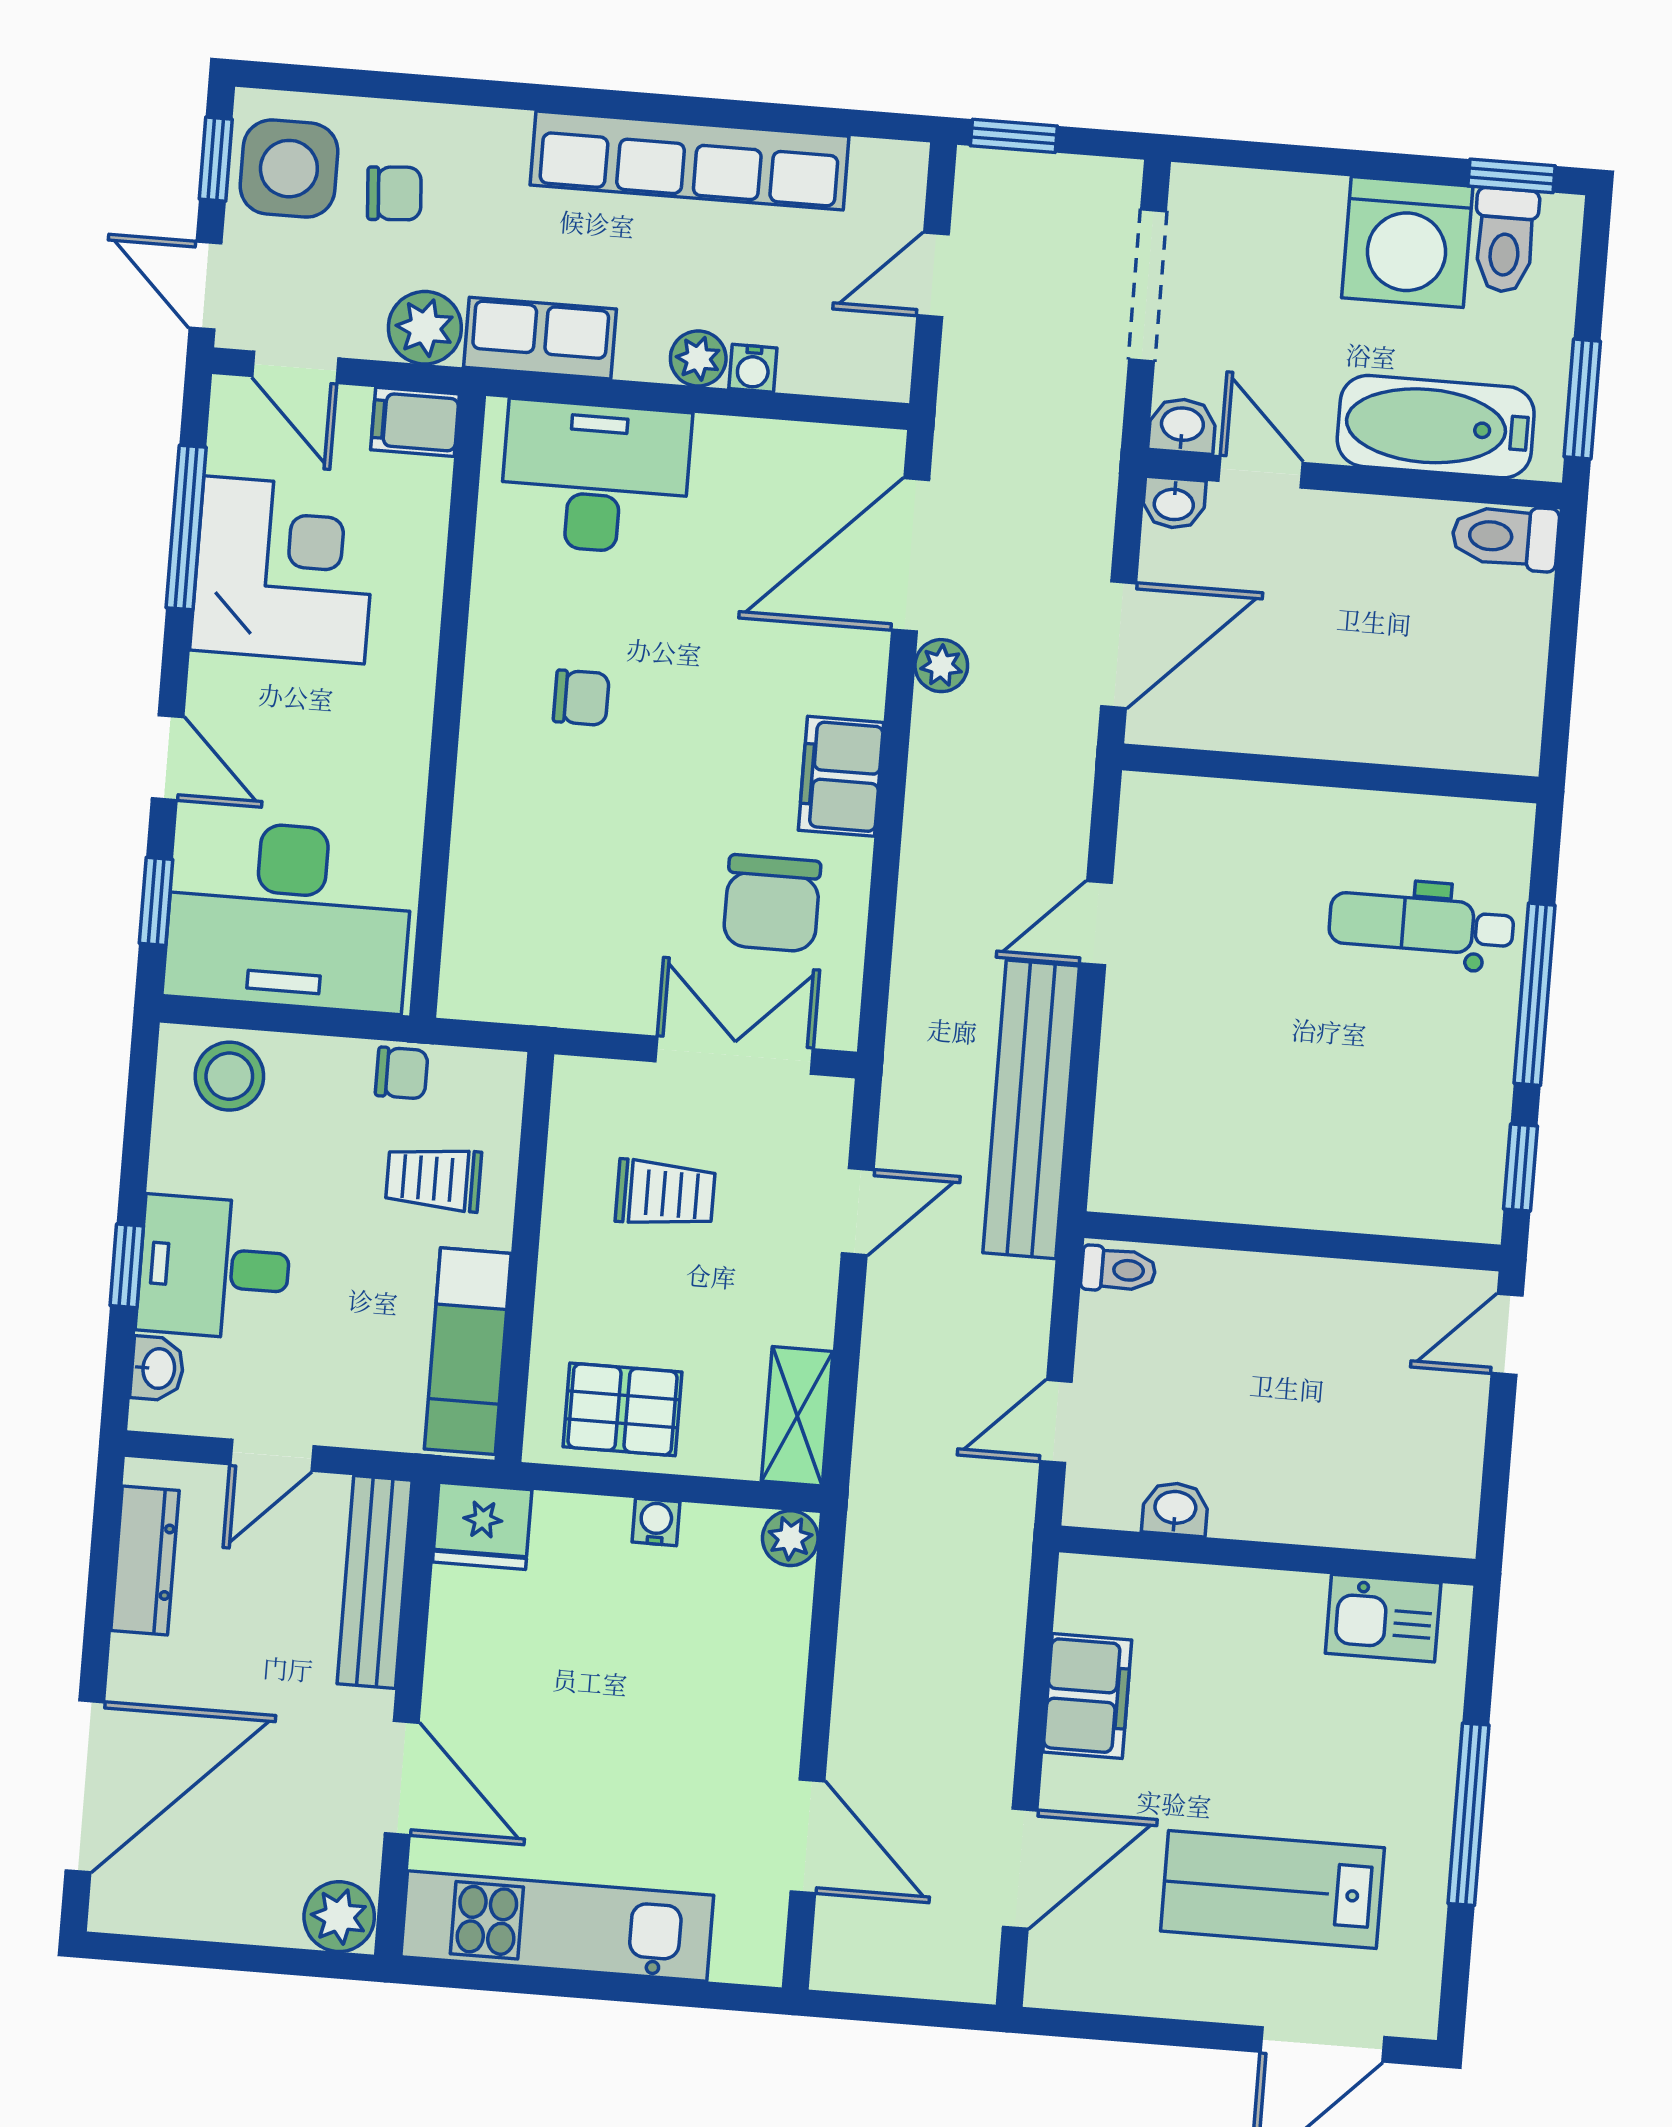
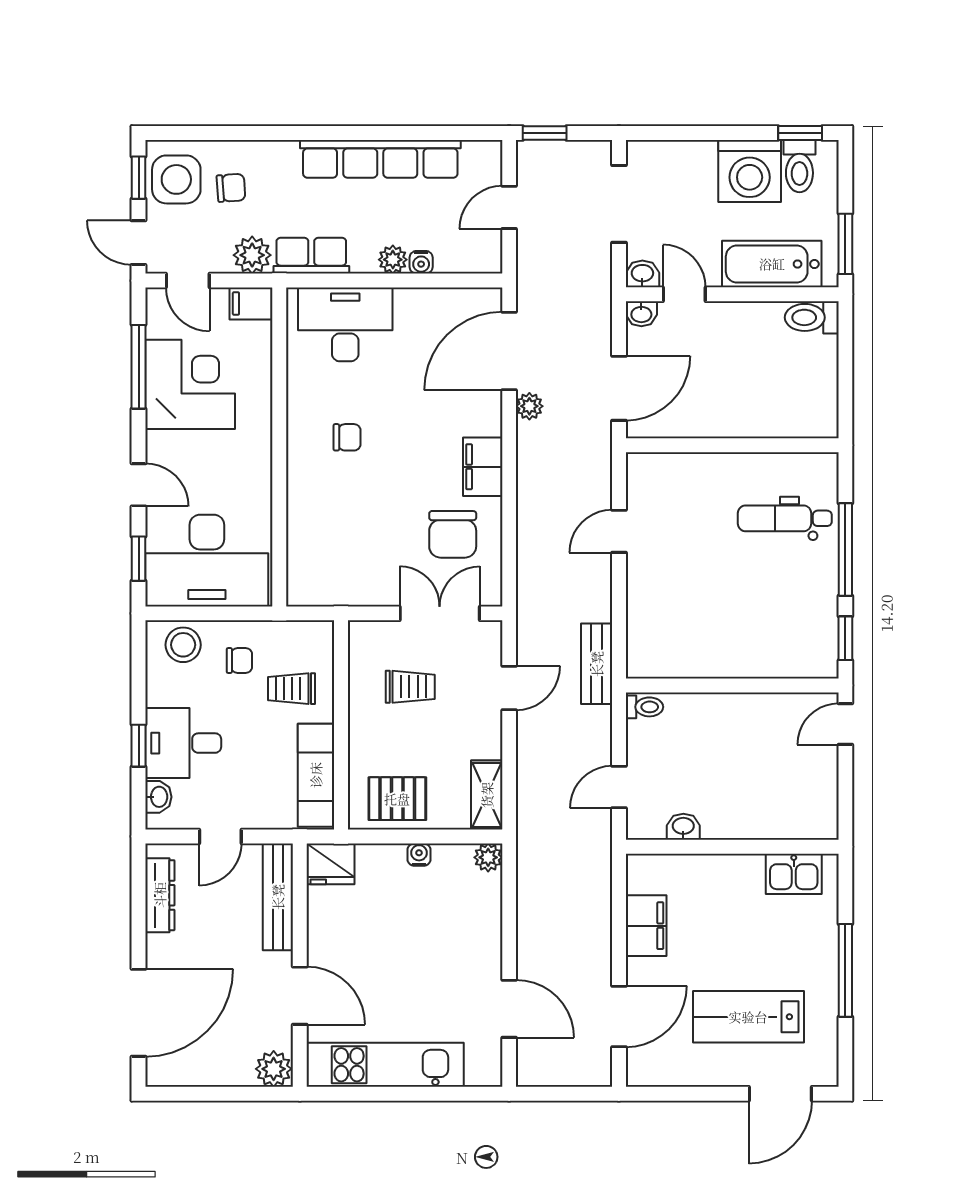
chair: (402, 1073) -> (239, 660), moved
bench: (1031, 1109) -> (597, 664), width x0.54, depth x0.82

